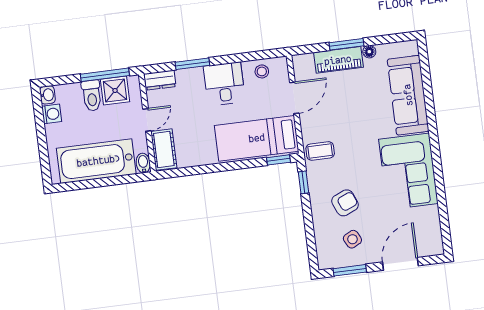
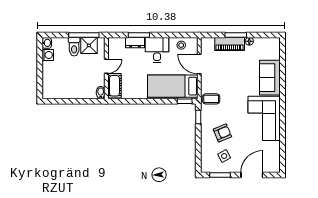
dresser: (160, 80) -> (135, 43), moved
sofa: (408, 95) -> (270, 78), width x0.73
door: (294, 98) -> (199, 64), swing flipped
bathtub: (96, 161) -> (72, 88), removed

